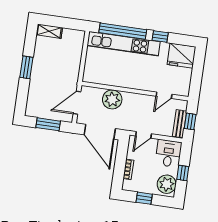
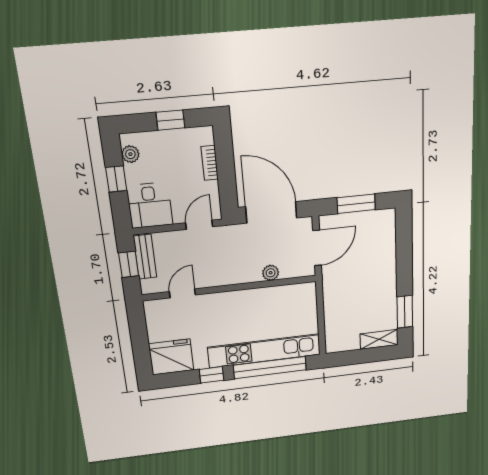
window: (26, 67) -> (405, 312), moved
plant: (112, 99) -> (271, 273), width x0.53, depth x0.53
plant: (167, 184) -> (130, 154), width x0.53, depth x0.53

